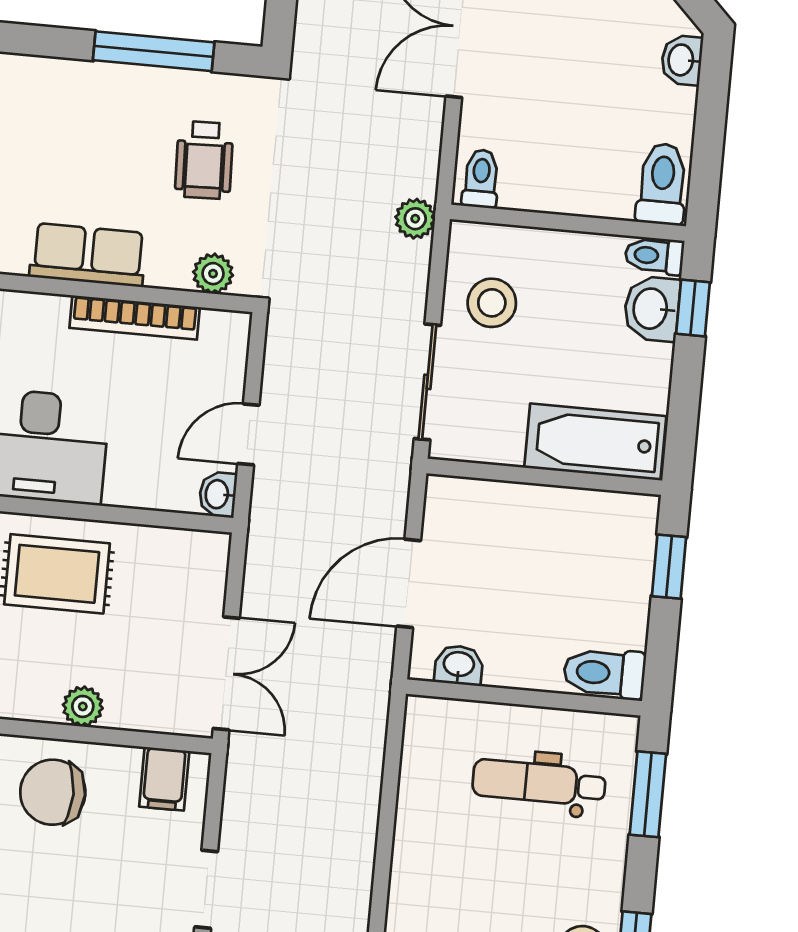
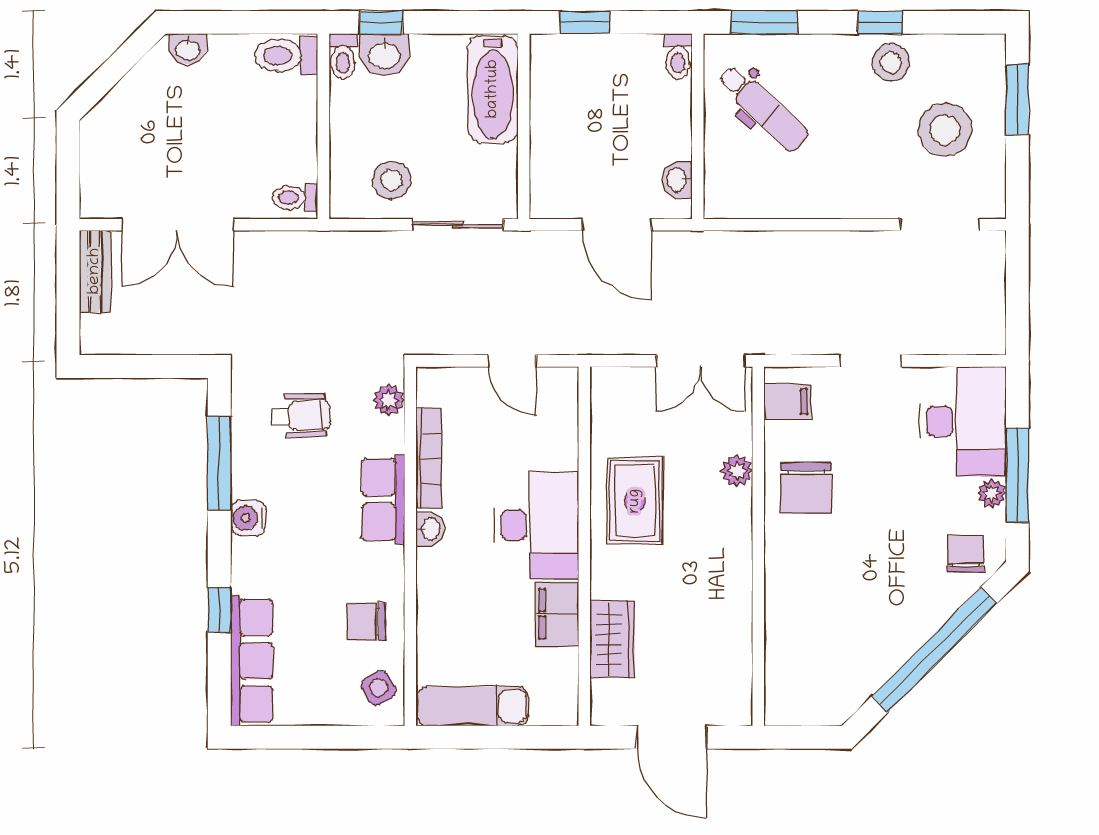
water cooler: (80, 82) -> (248, 518), added
plant: (415, 219) -> (331, 246), removed
washbasin: (218, 494) -> (430, 529), moved, turned -90
double door: (226, 673) -> (701, 361), swing flipped
toilet: (604, 673) -> (678, 56), width x0.73, depth x0.72
dental chair: (539, 783) -> (763, 108), turned -47

